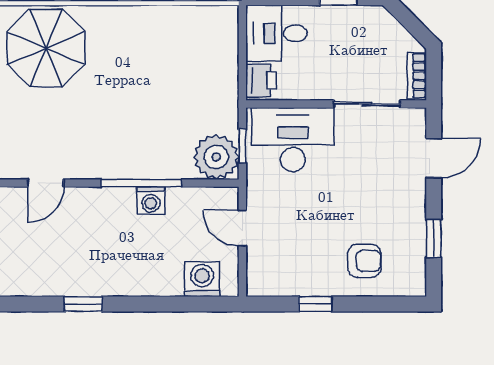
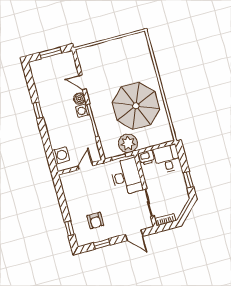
parasol: (46, 48) -> (136, 106), moved, width x1.36, depth x1.36
plant: (216, 157) -> (128, 143), moved
boiler: (82, 200) -> (79, 99), added
washing machine: (151, 201) -> (82, 111), moved
armchair: (364, 261) -> (95, 220), moved
window: (315, 304) -> (70, 228), moved

